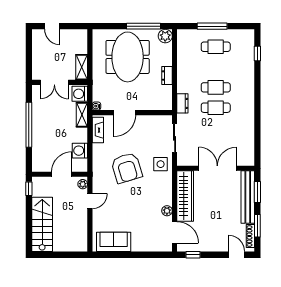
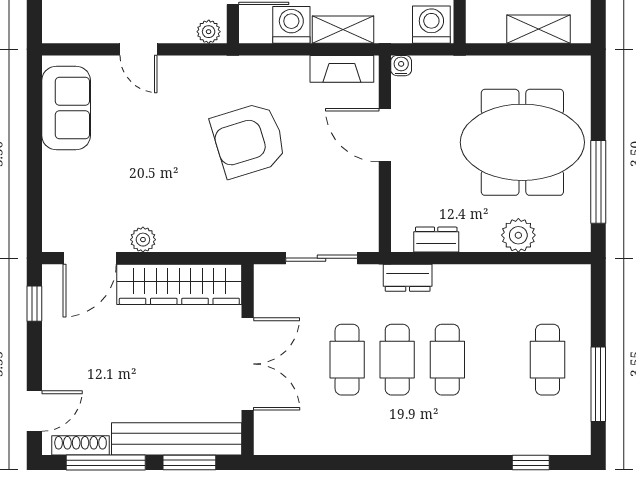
window: (212, 26) -> (598, 384), moved
plant: (165, 36) -> (518, 235), moved
shelving: (82, 67) -> (539, 29), moved
dresser: (167, 76) -> (436, 240), moved
shelving: (82, 115) -> (343, 30), moved
cafe table: (216, 128) -> (347, 360), added
side table: (161, 164) -> (258, 224), removed
door: (90, 201) -> (139, 49), moved
window: (257, 226) -> (106, 463), width x1.44

